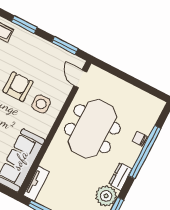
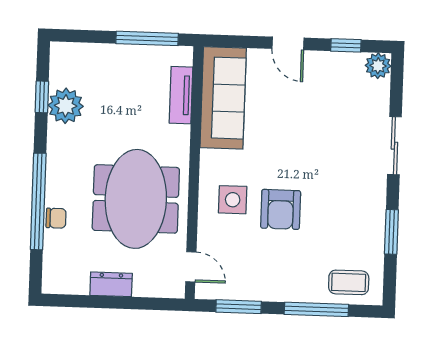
window: (24, 25) -> (316, 309), width x1.44
dresser: (120, 176) -> (111, 284), moved, turned -90
tv unit: (36, 183) -> (181, 95), moved

